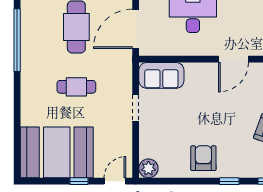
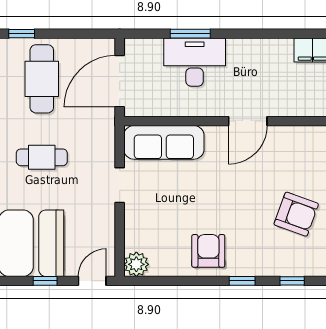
sofa: (161, 75) -> (164, 142), width x1.36

